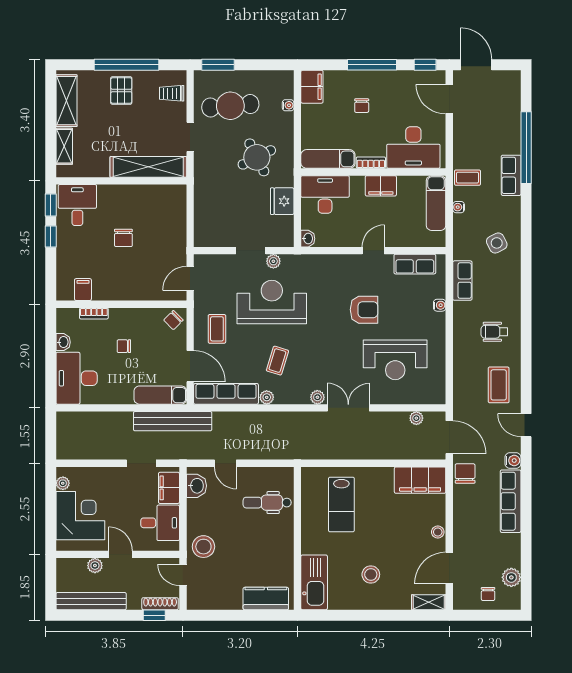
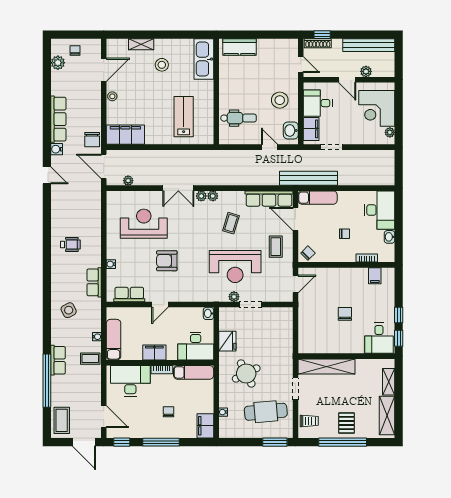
coffee table: (499, 385) -> (62, 420), moved
plant: (267, 397) -> (213, 196), moved
stool: (203, 547) -> (280, 100), moved
shelving: (429, 602) -> (141, 44), moved

